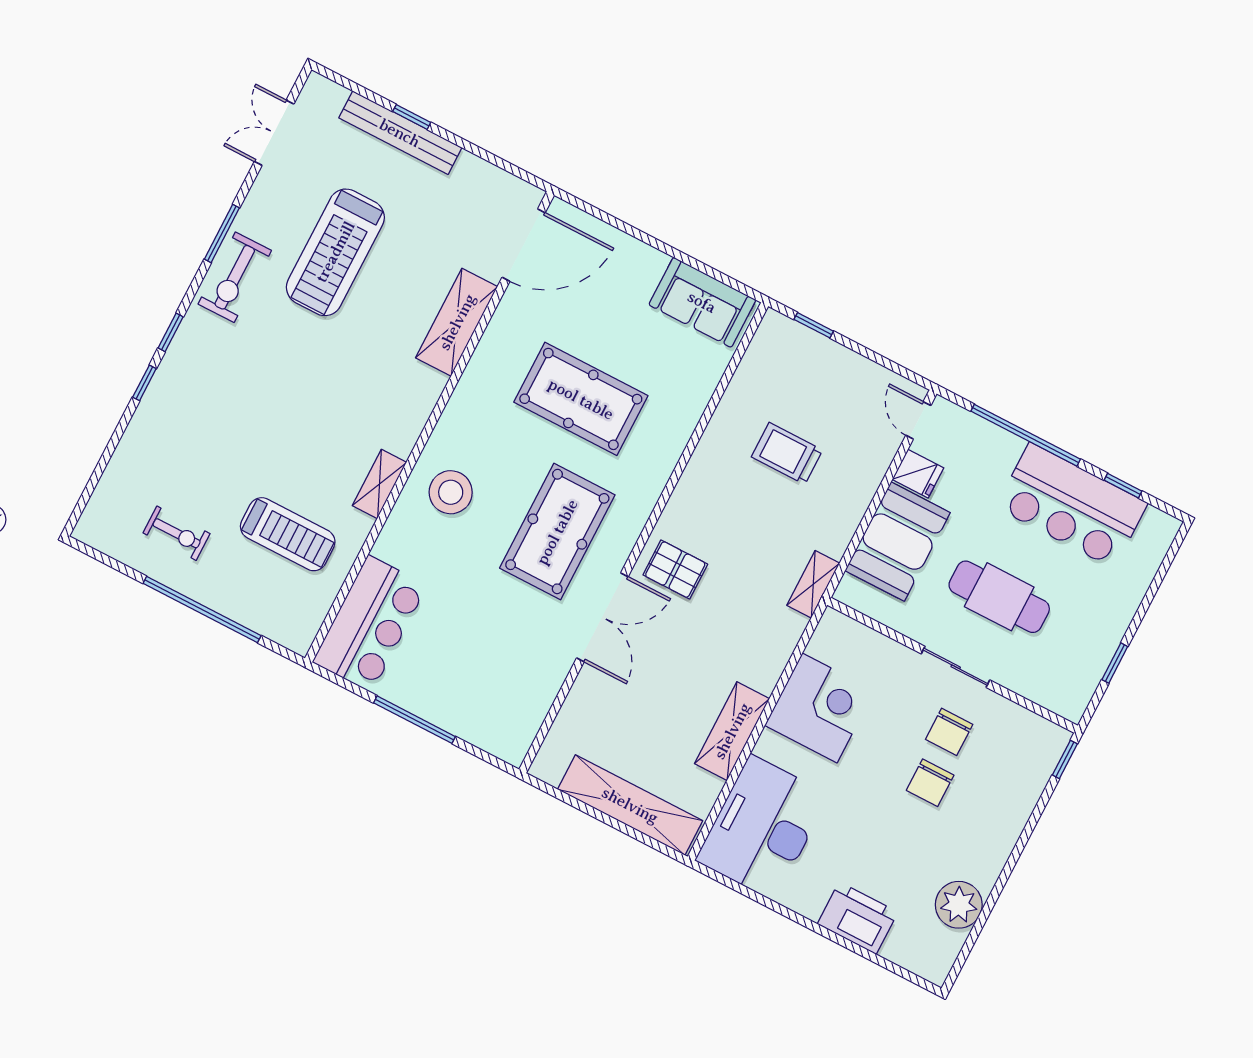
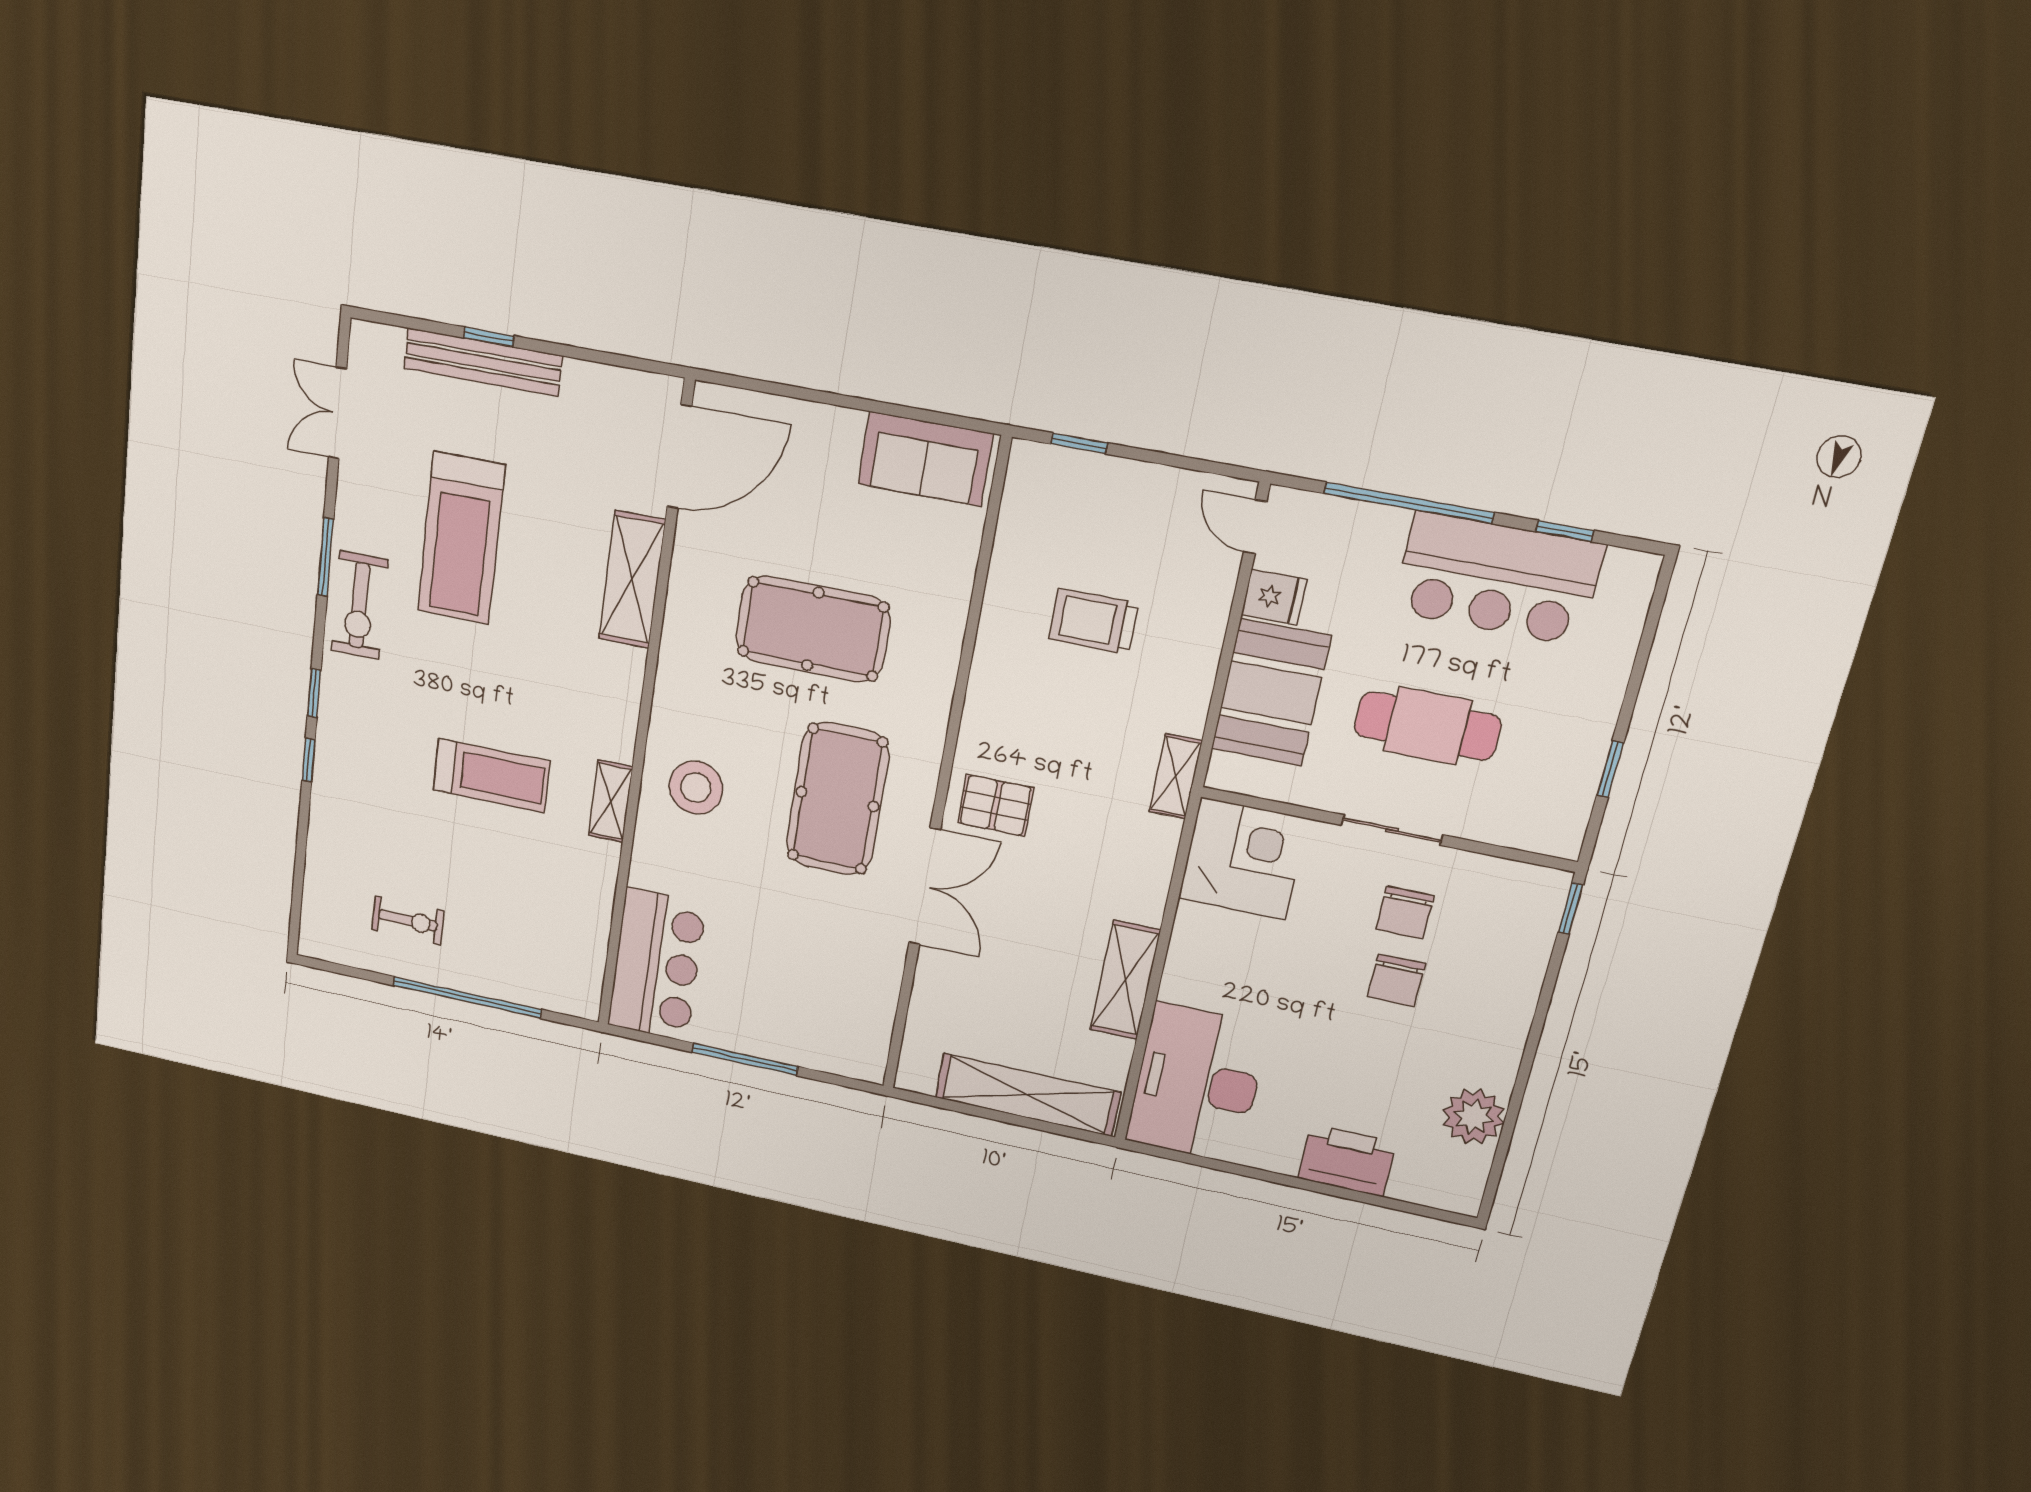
treadmill: (288, 534) -> (491, 776), moved
corner desk: (820, 708) -> (1243, 859), moved

